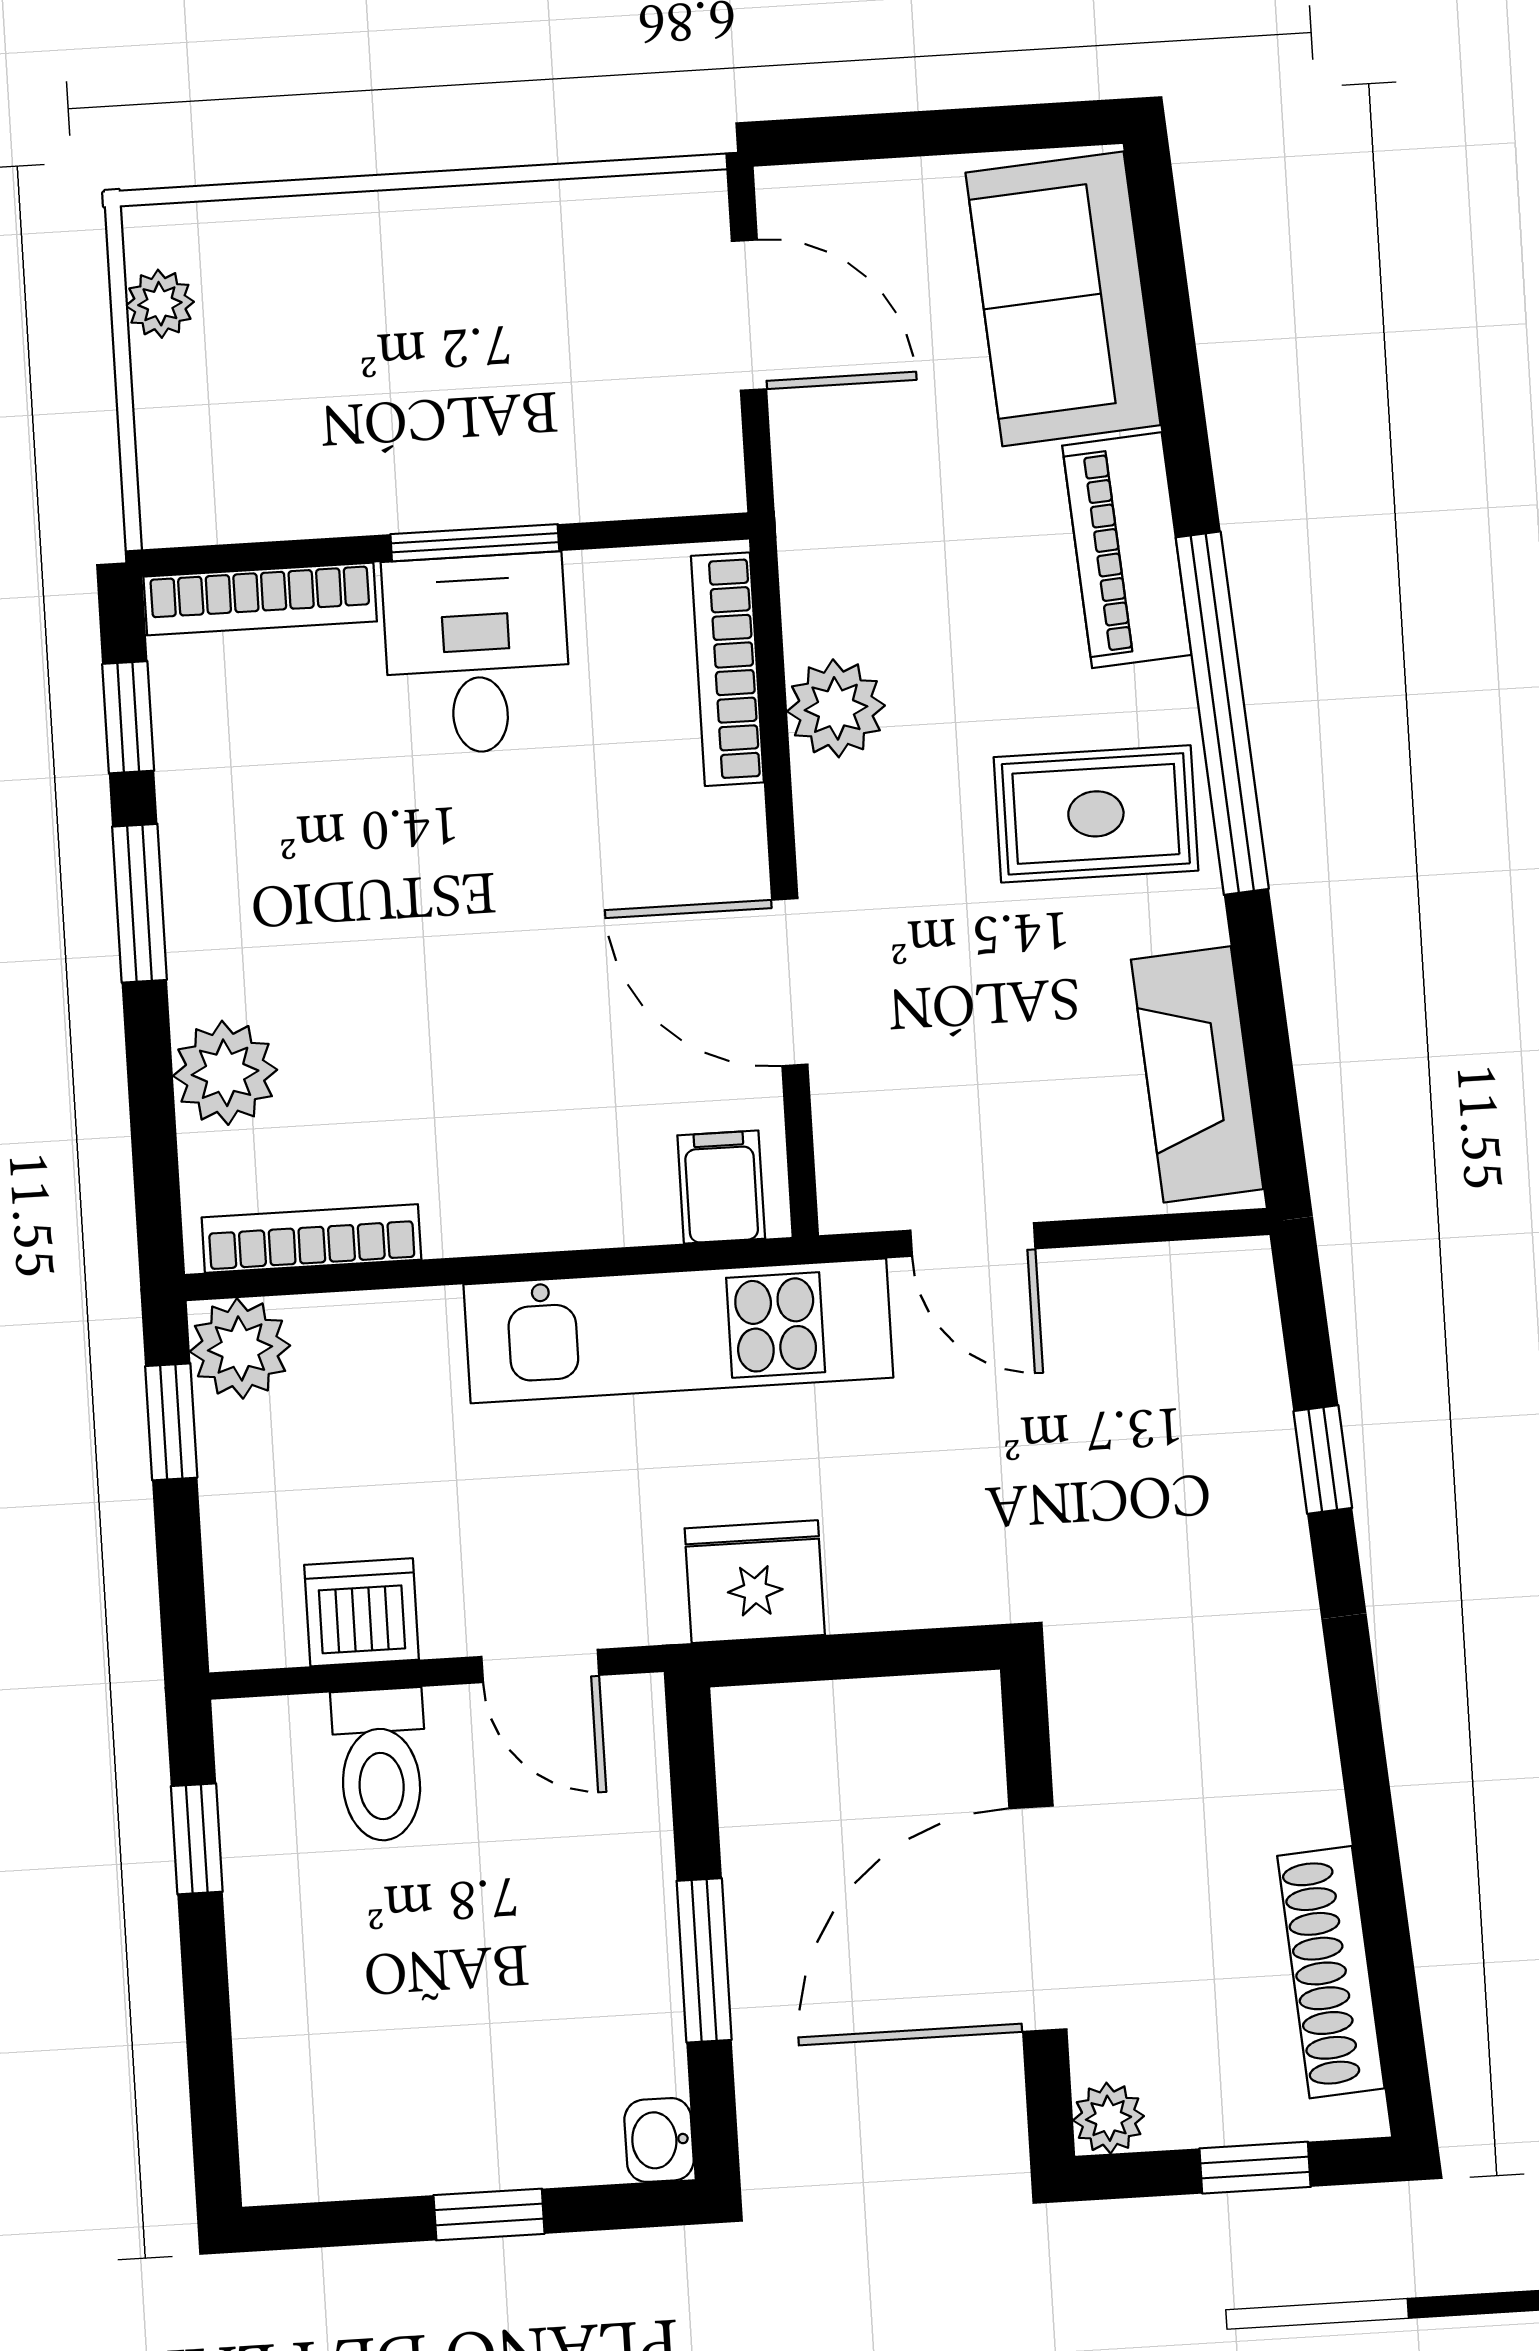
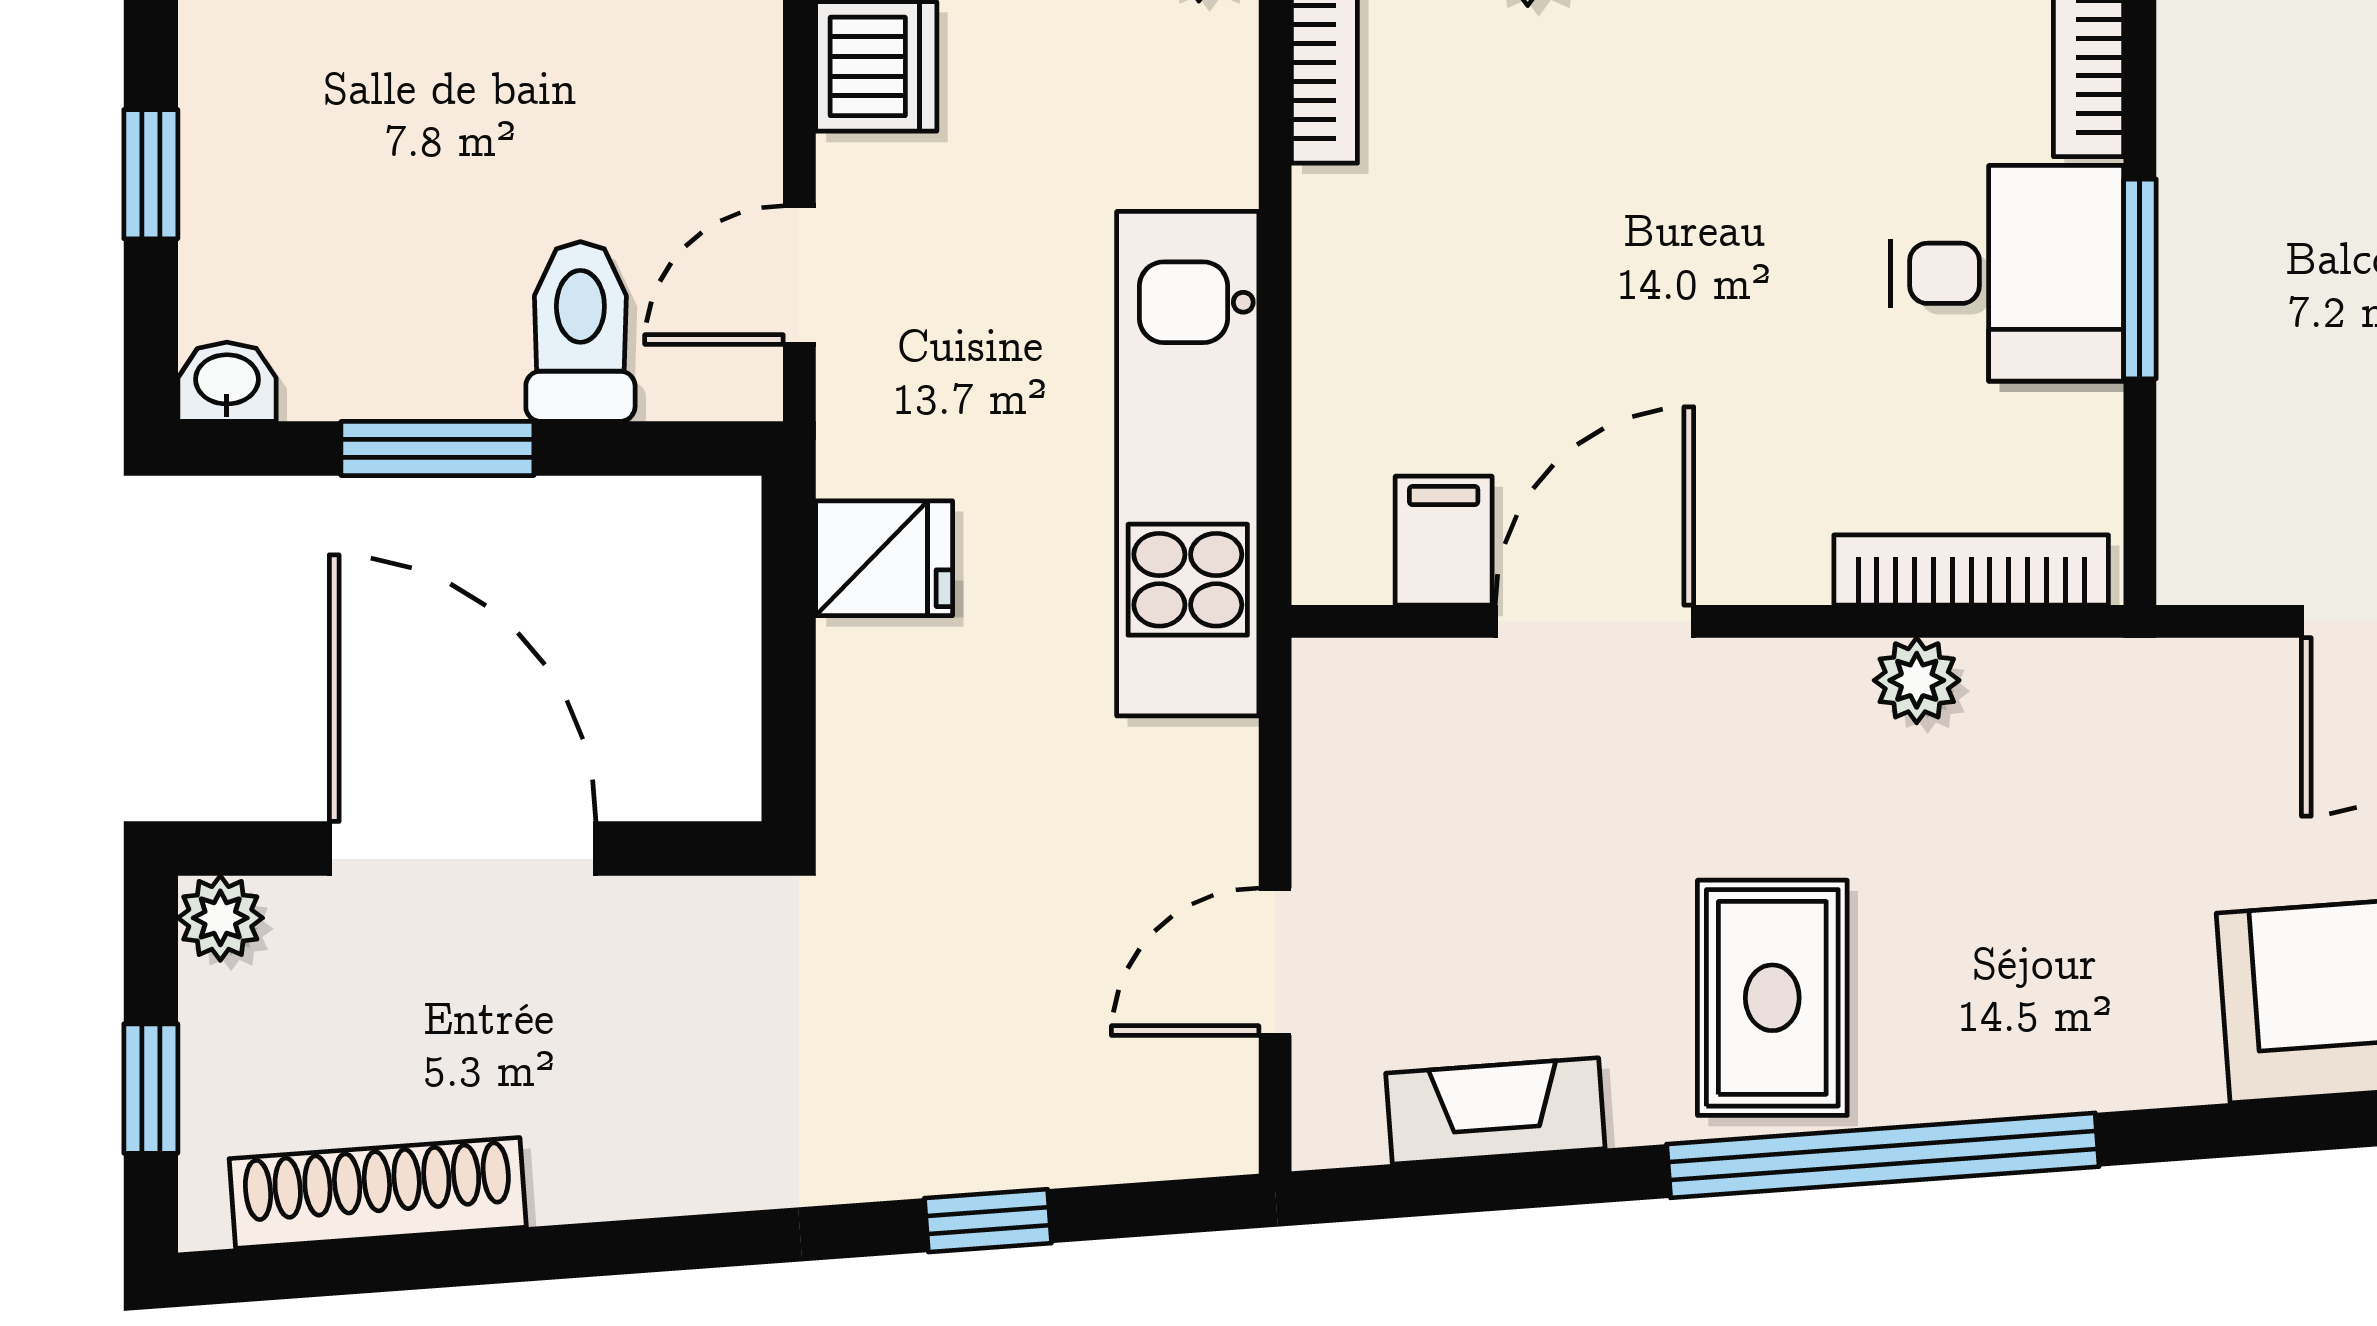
piano: (1127, 550) -> (2084, 1054), removed
plant: (836, 708) -> (1917, 680), width x0.73, depth x0.73
fireplace: (1197, 1074) -> (1495, 1111), width x0.73, depth x0.76
filing cabinet: (721, 1187) -> (1444, 541), moved, turned -90
door: (973, 1239) -> (1275, 962), moved
fridge: (755, 1582) -> (884, 558), width x0.72
toilet: (380, 1765) -> (580, 332), moved, turned 90

